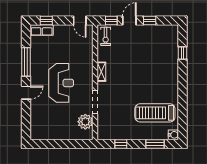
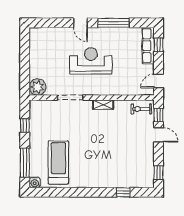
window: (150, 20) -> (159, 173), moved
row of seats: (42, 30) -> (148, 46), width x1.48
reception desk: (61, 83) -> (91, 61), turned 180
plant: (85, 122) -> (38, 87), moved
window: (155, 144) -> (25, 163), width x1.44

